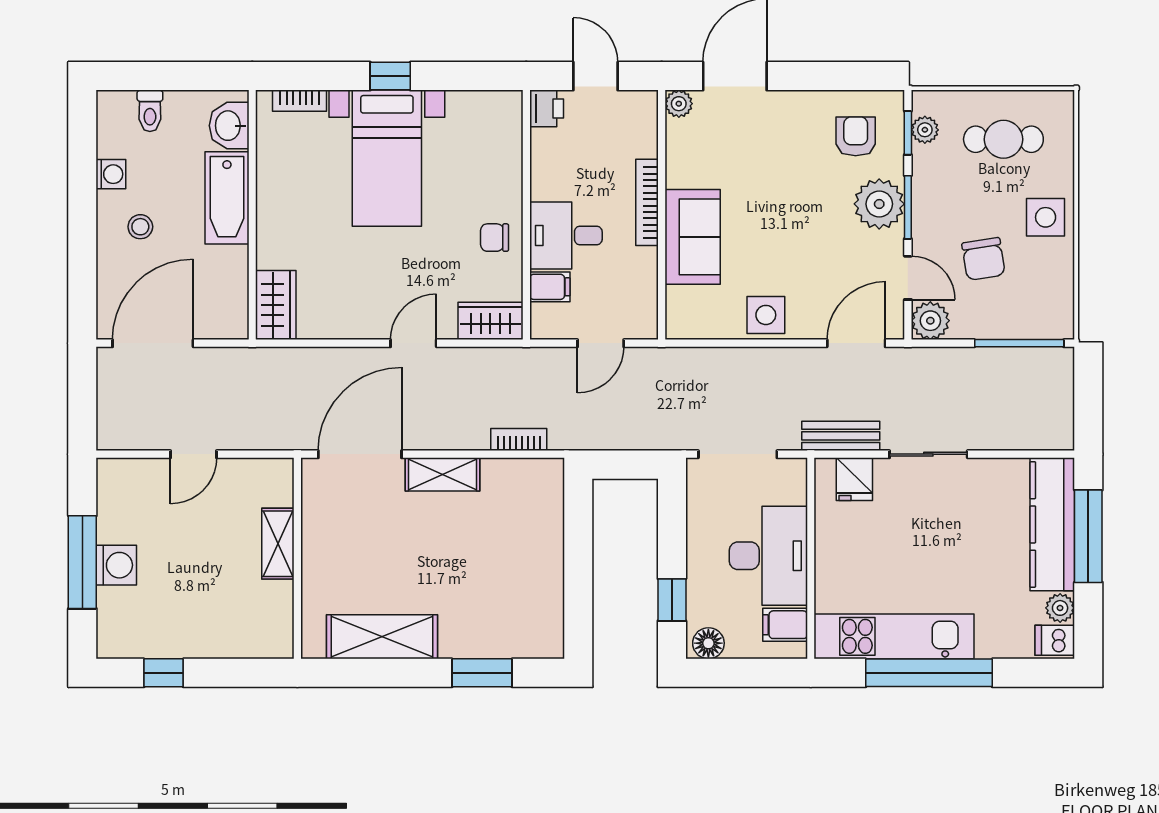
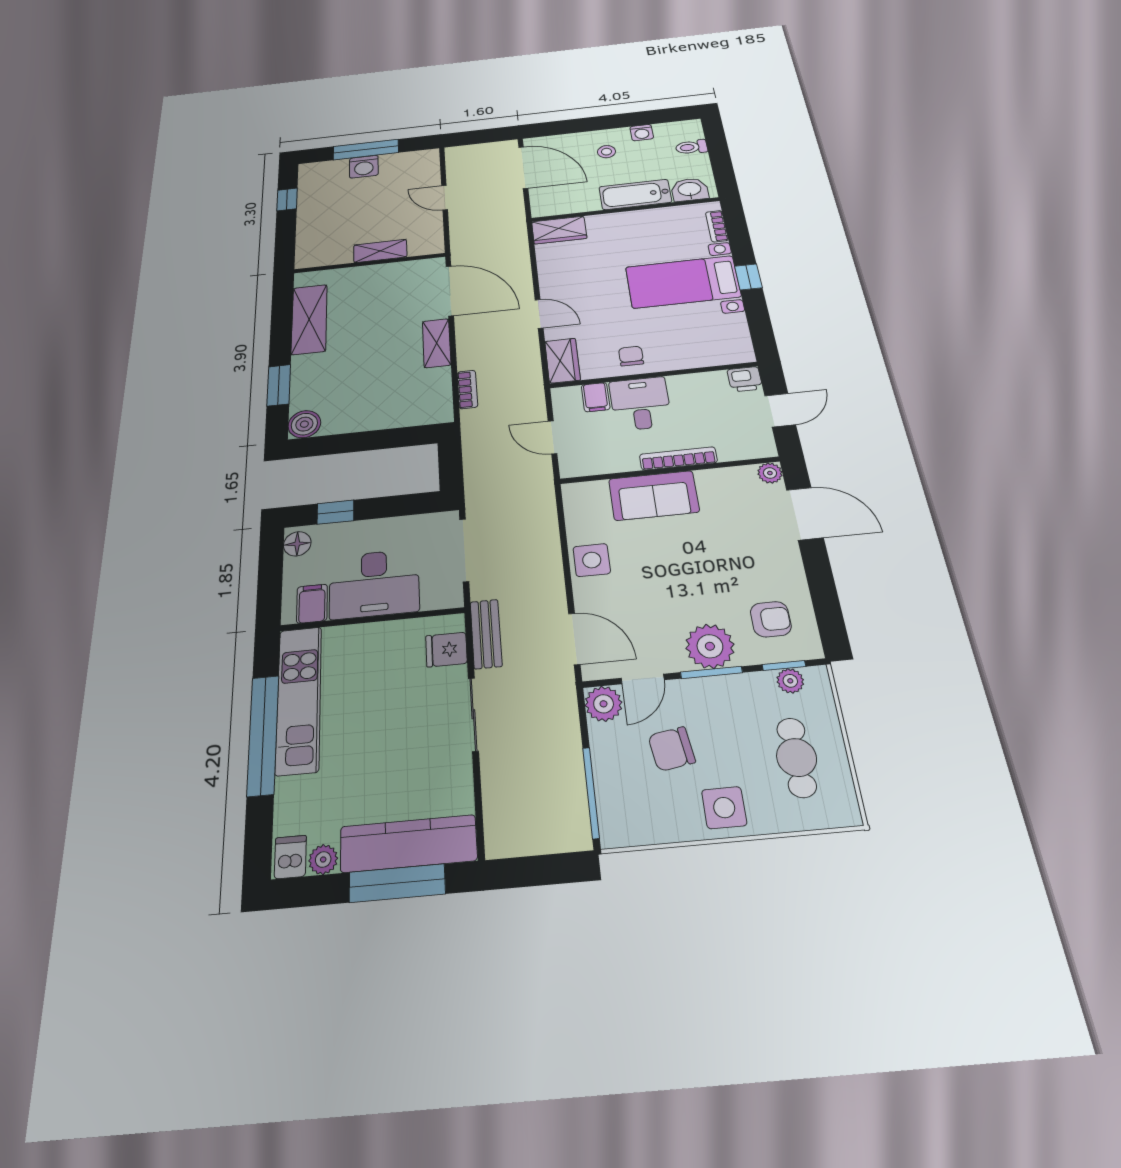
boiler: (545, 639) -> (304, 424), added

